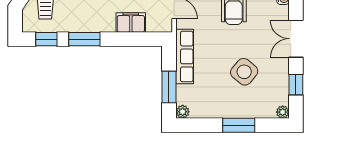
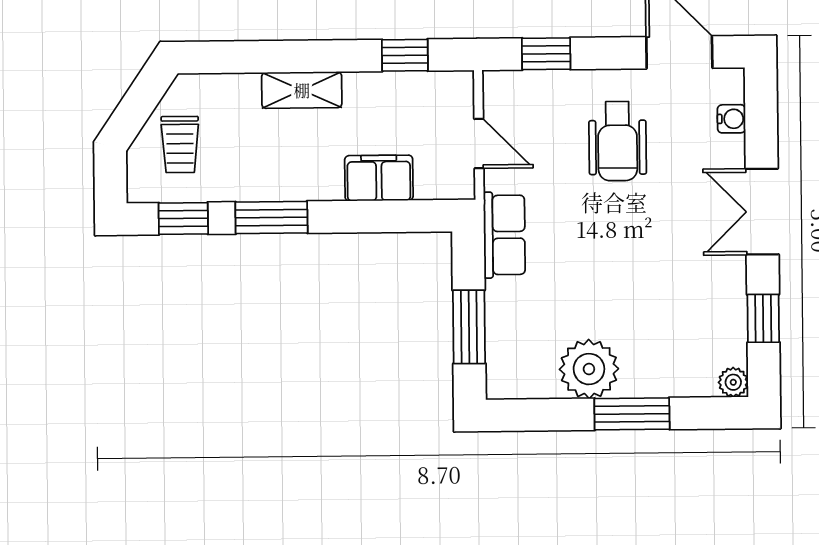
row of seats: (185, 56) -> (504, 235), width x0.68
side table: (244, 72) -> (643, 290), removed
plant: (183, 112) -> (589, 369), moved, width x1.87, depth x1.87

